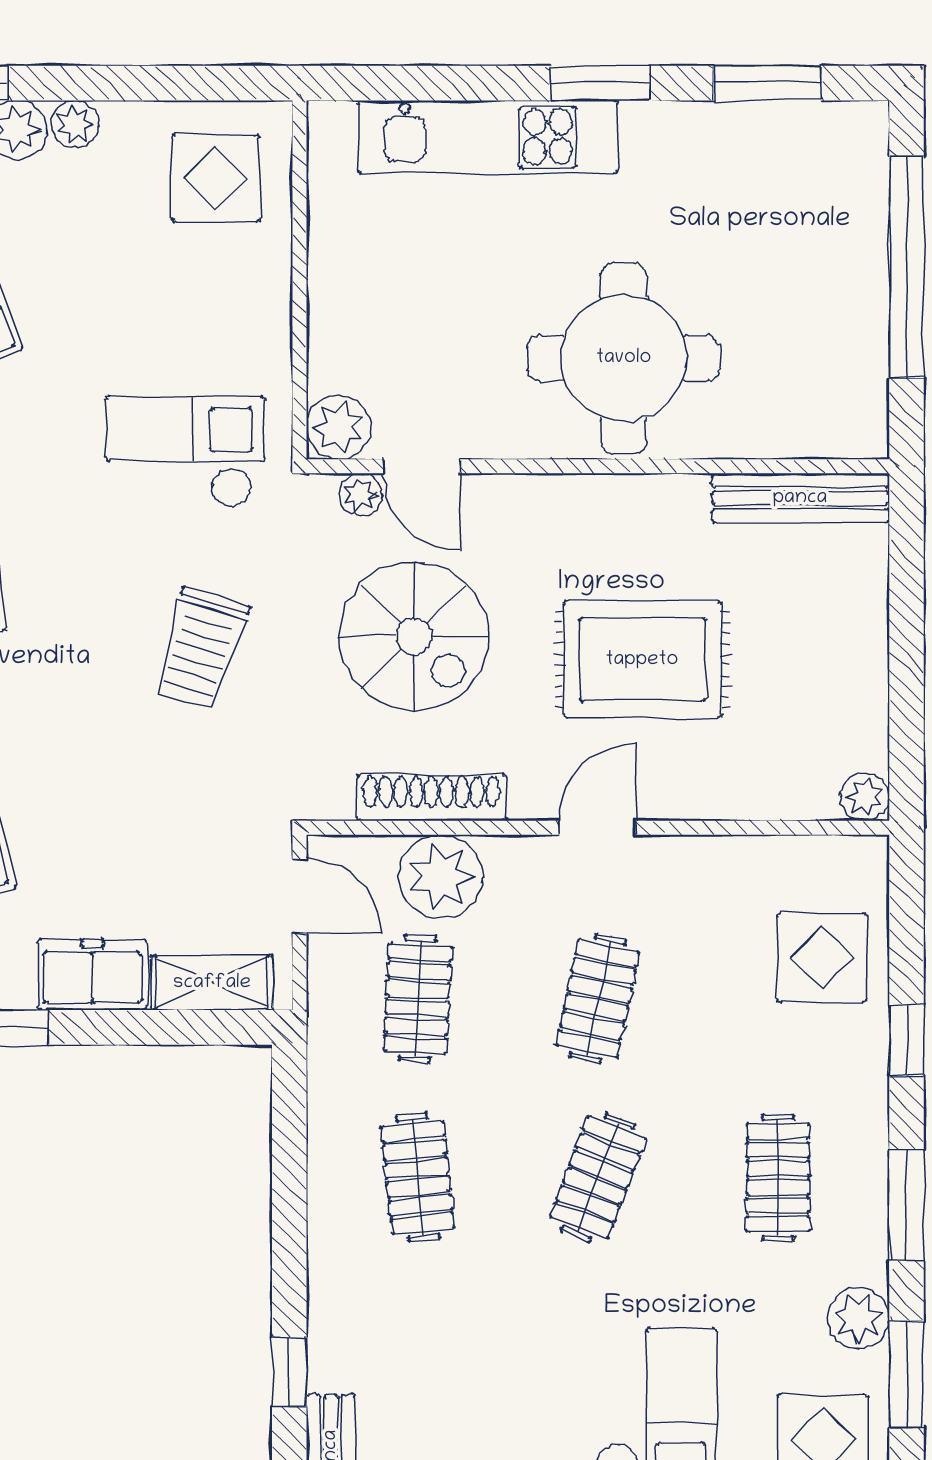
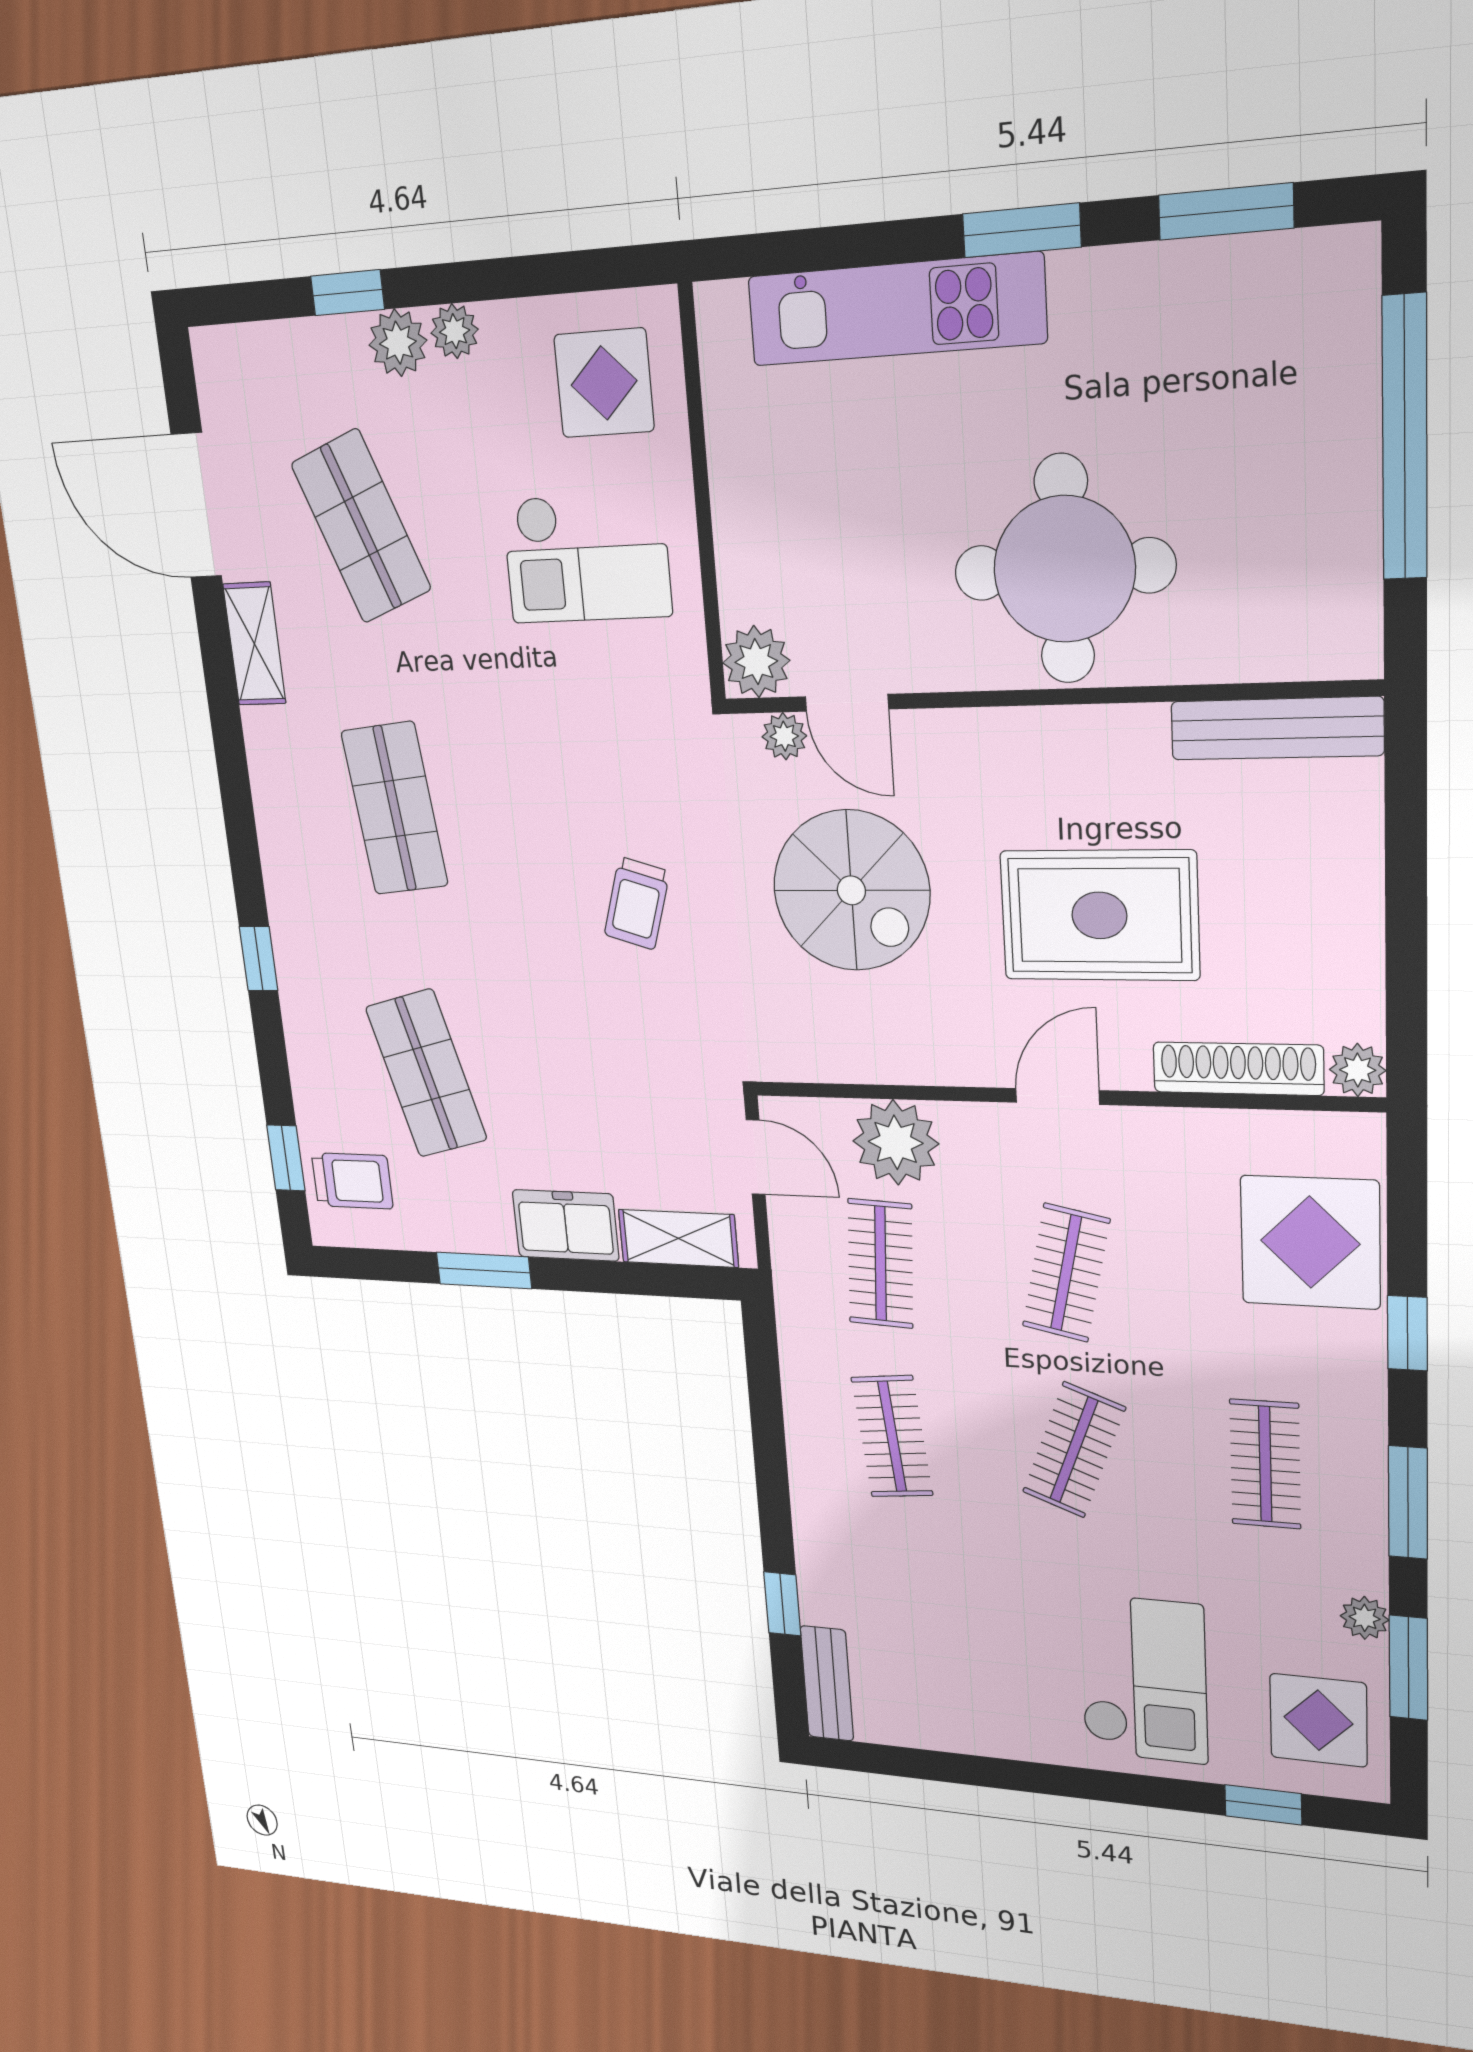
checkout: (185, 452) -> (587, 558), moved, turned 180
trolley: (201, 648) -> (637, 903), width x0.73, depth x0.72
shoe rack: (431, 798) -> (1238, 1069), moved
display table: (822, 958) -> (1310, 1242), width x1.36, depth x1.36
plant: (859, 1318) -> (1365, 1618), width x0.73, depth x0.73

